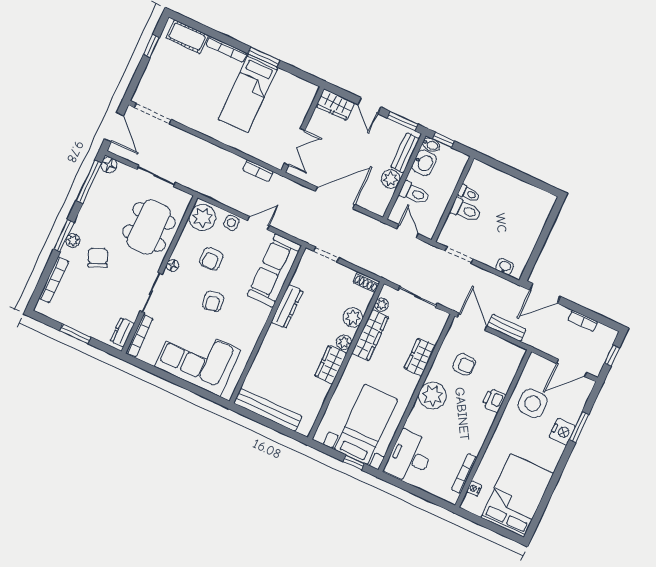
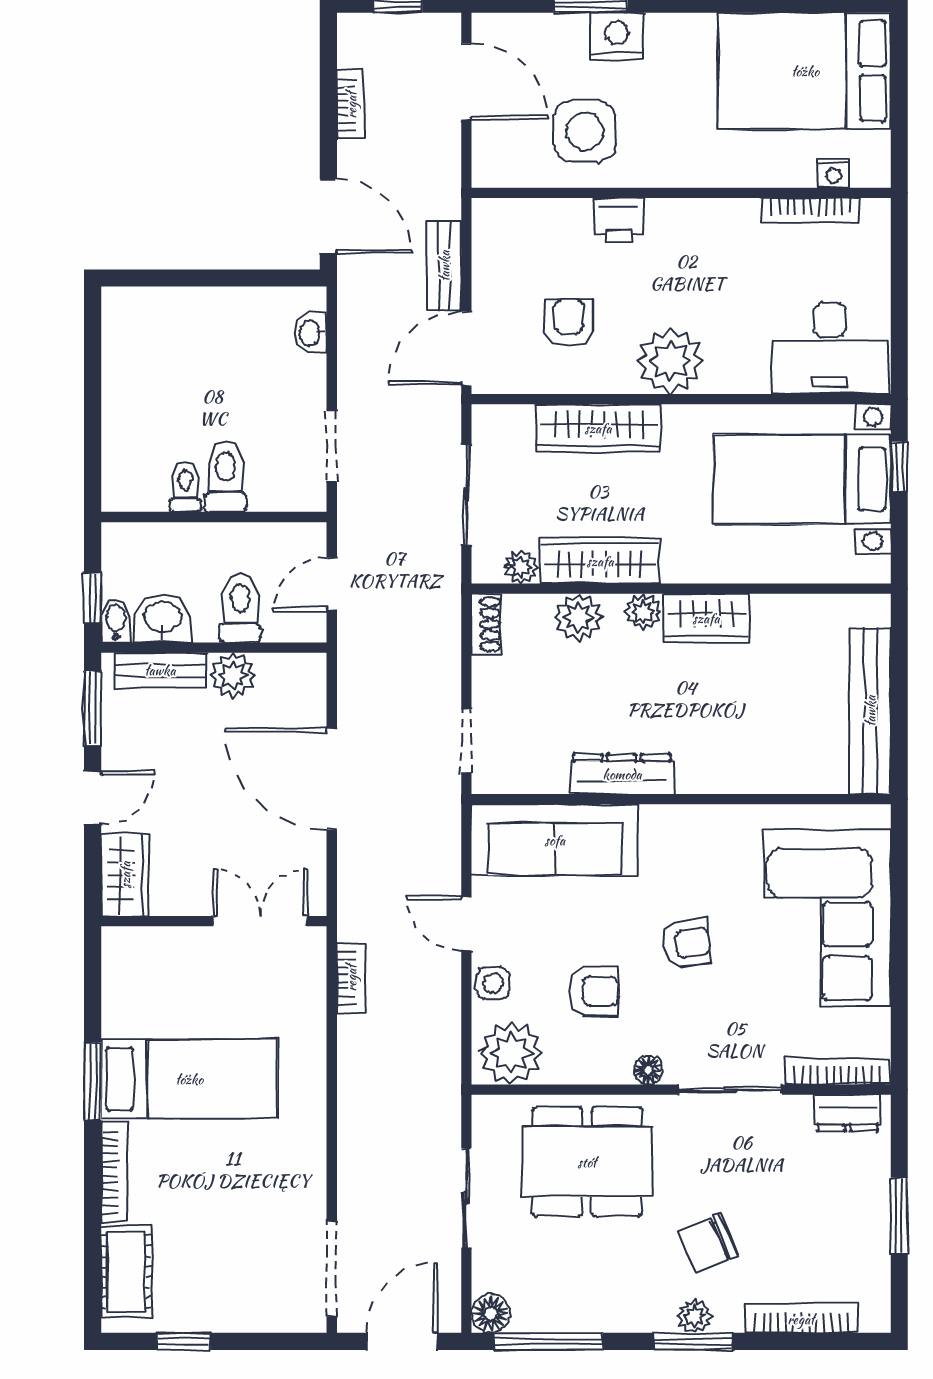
wardrobe: (420, 357) -> (598, 428), width x1.50

